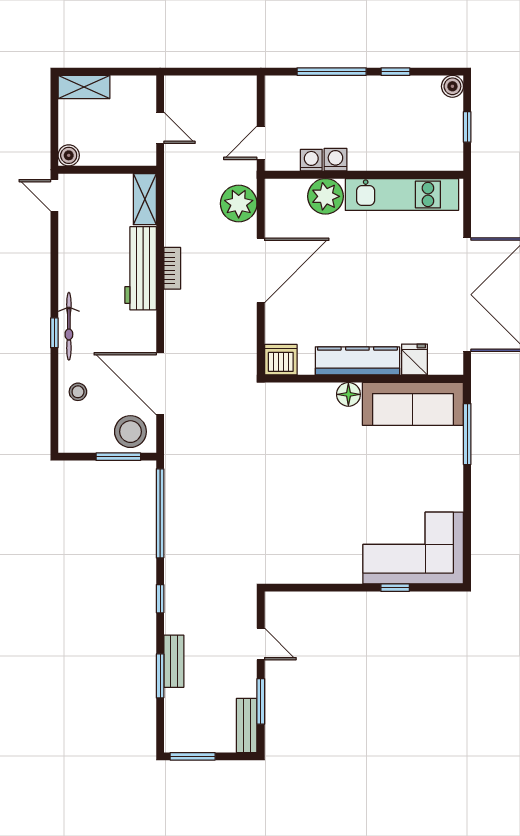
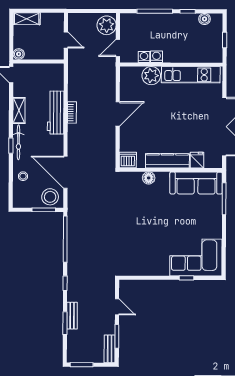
boiler: (452, 86) -> (205, 19), moved
shelving: (145, 199) -> (19, 110), moved
plant: (239, 204) -> (107, 25), moved
door: (261, 270) -> (118, 114), width x0.73
floor lamp: (348, 394) -> (149, 178), moved

